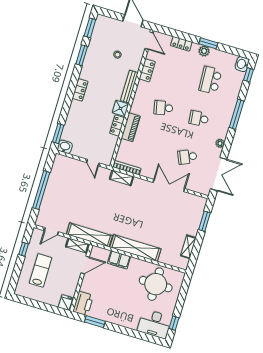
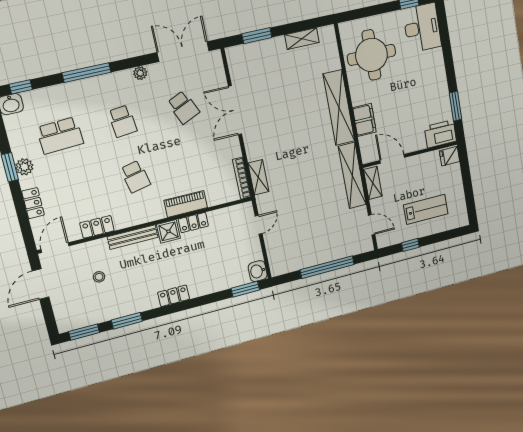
lab bench: (41, 270) -> (426, 209), turned 180

